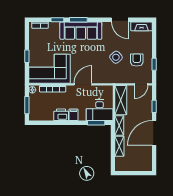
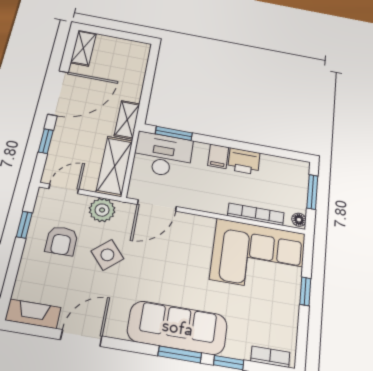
door: (120, 20) -> (81, 338), hinge flipped
plant: (122, 78) -> (102, 210), added
door: (83, 84) -> (157, 205), moved
shelving: (119, 146) -> (83, 48), moved

